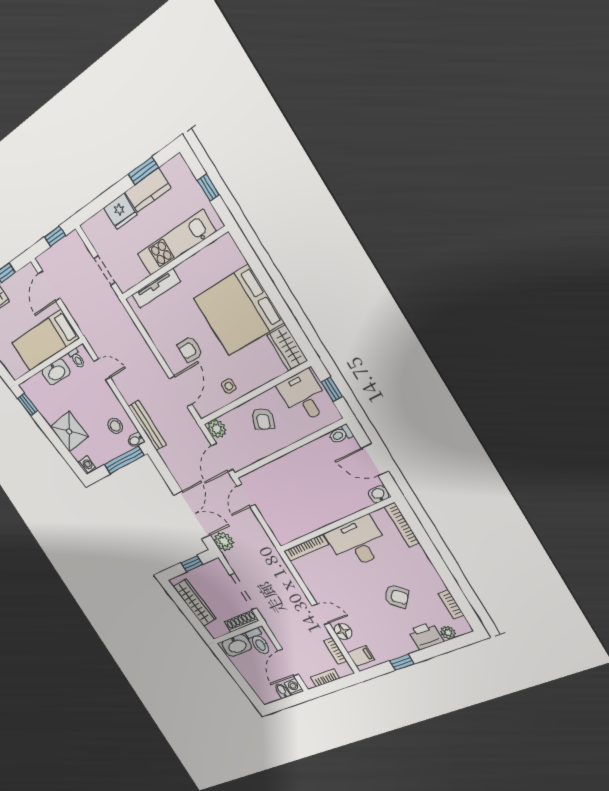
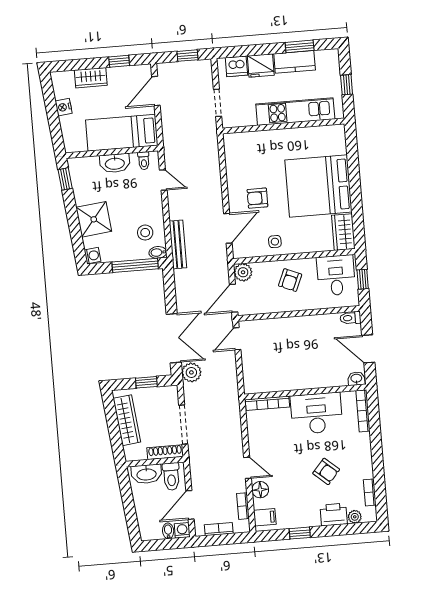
dishwasher: (100, 224) -> (236, 66), added
tv unit: (156, 288) -> (256, 138), removed

